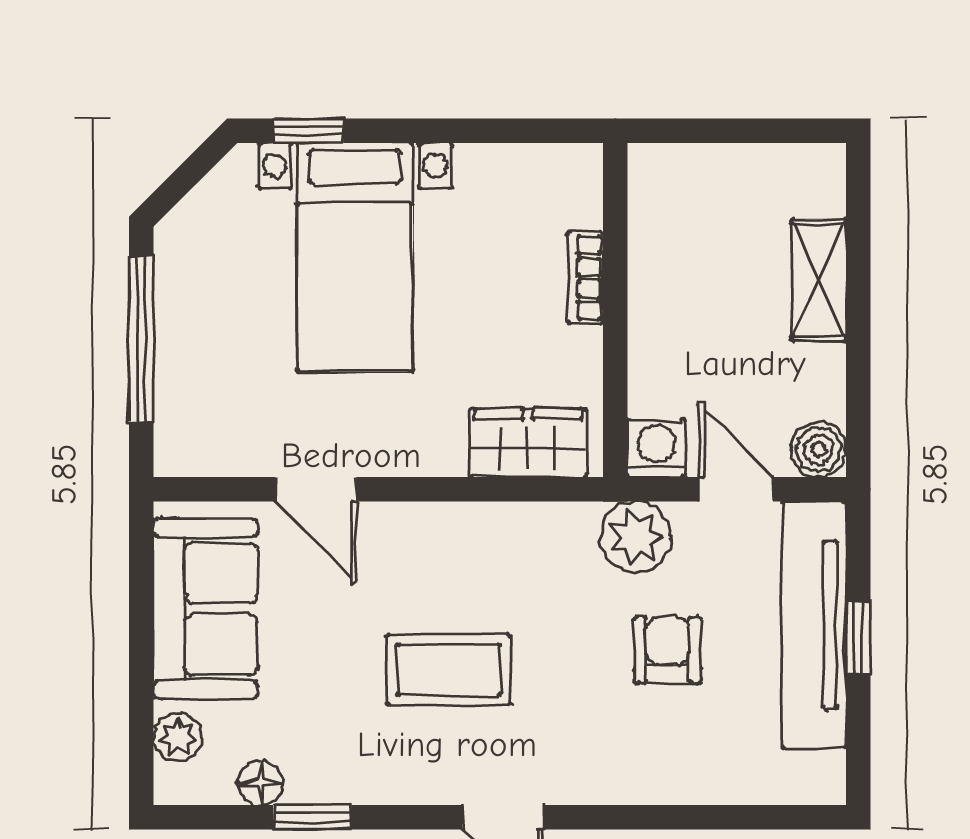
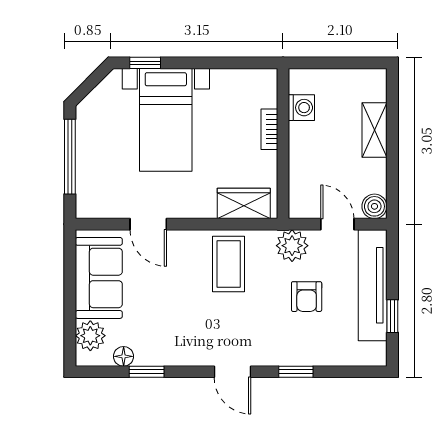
washing machine: (656, 448) -> (301, 108), moved, turned 90
window: (858, 638) -> (392, 316), moved
armchair: (668, 650) -> (307, 297), turned 180
coffee table: (449, 670) -> (229, 264), moved, turned 90
plant: (178, 737) -> (90, 336), width x1.38, depth x1.38
window: (644, 817) -> (296, 372), added

